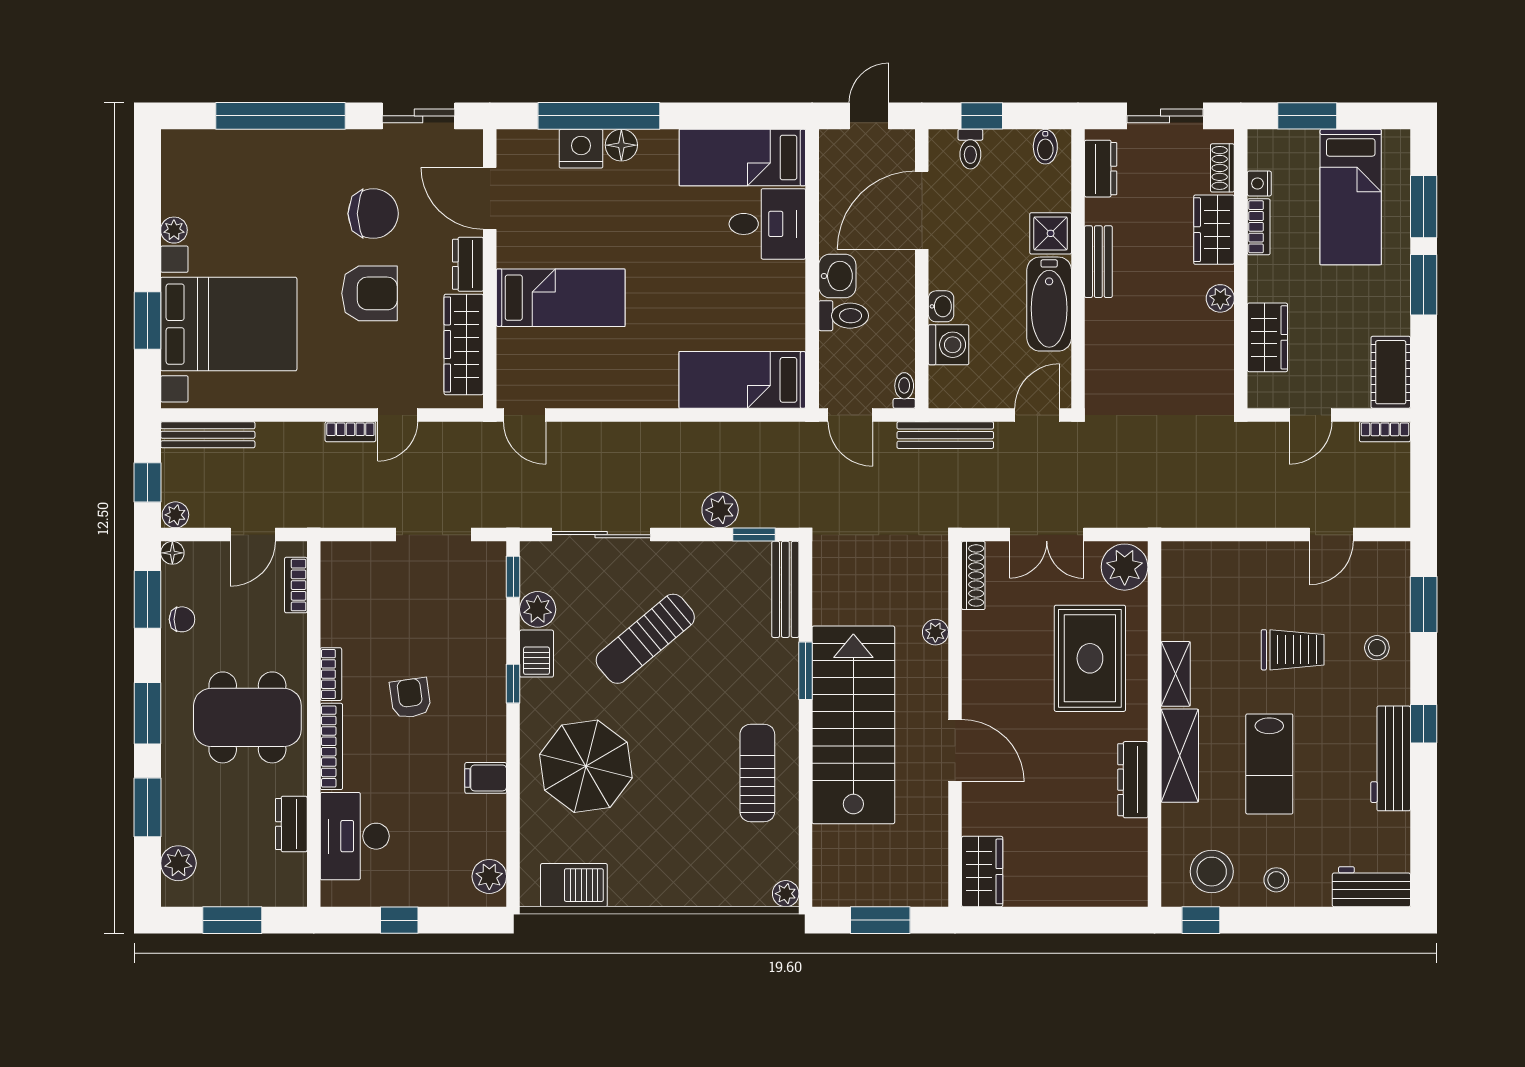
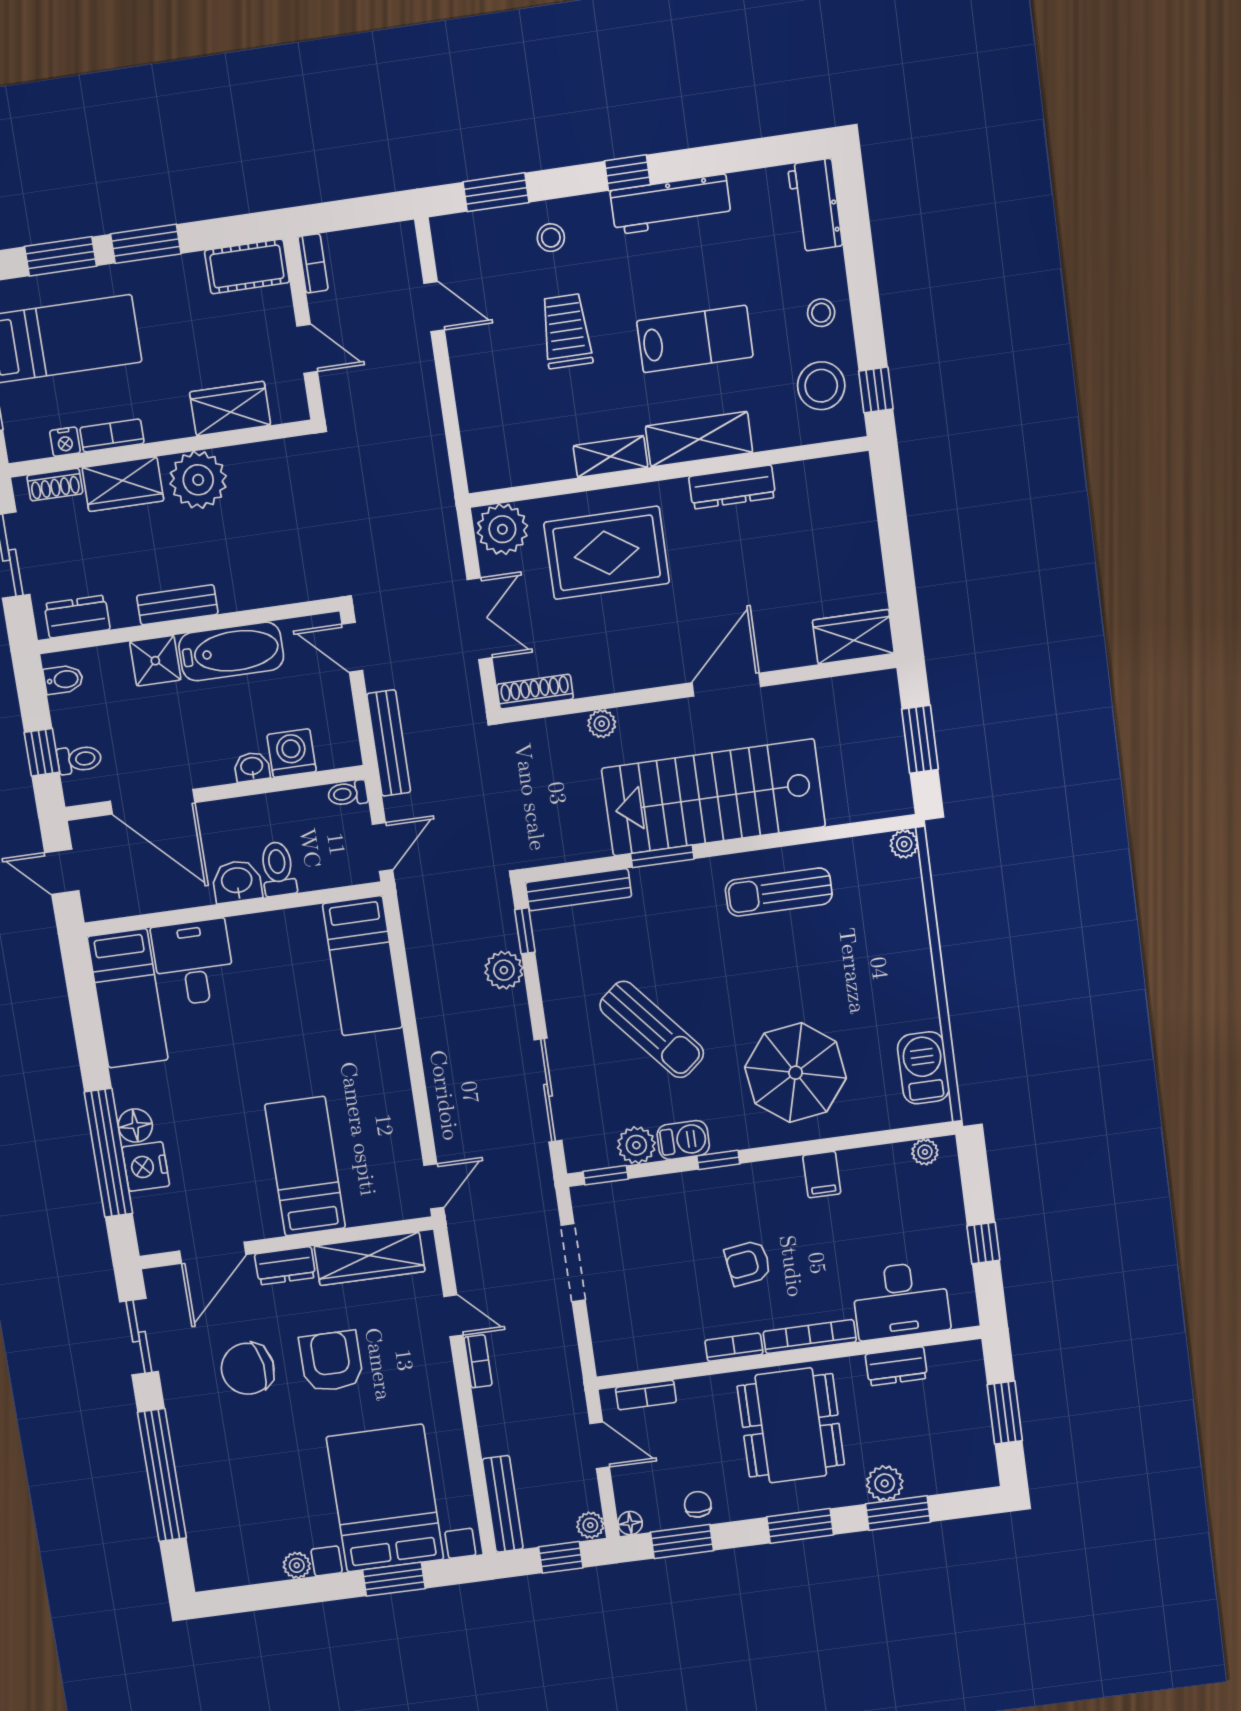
chair: (373, 214) -> (248, 1369), turned -98
plant: (1220, 298) -> (198, 480), width x1.88, depth x1.88
plant: (178, 863) -> (885, 1483), moved
plant: (489, 876) -> (925, 1152), width x0.73, depth x0.73

